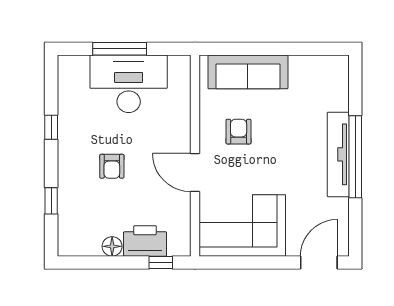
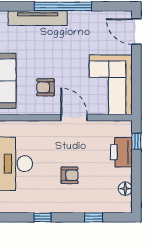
tv unit: (338, 154) -> (38, 18), moved
door: (195, 173) -> (74, 118), swing flipped
floor lamp: (112, 246) -> (125, 189), moved

